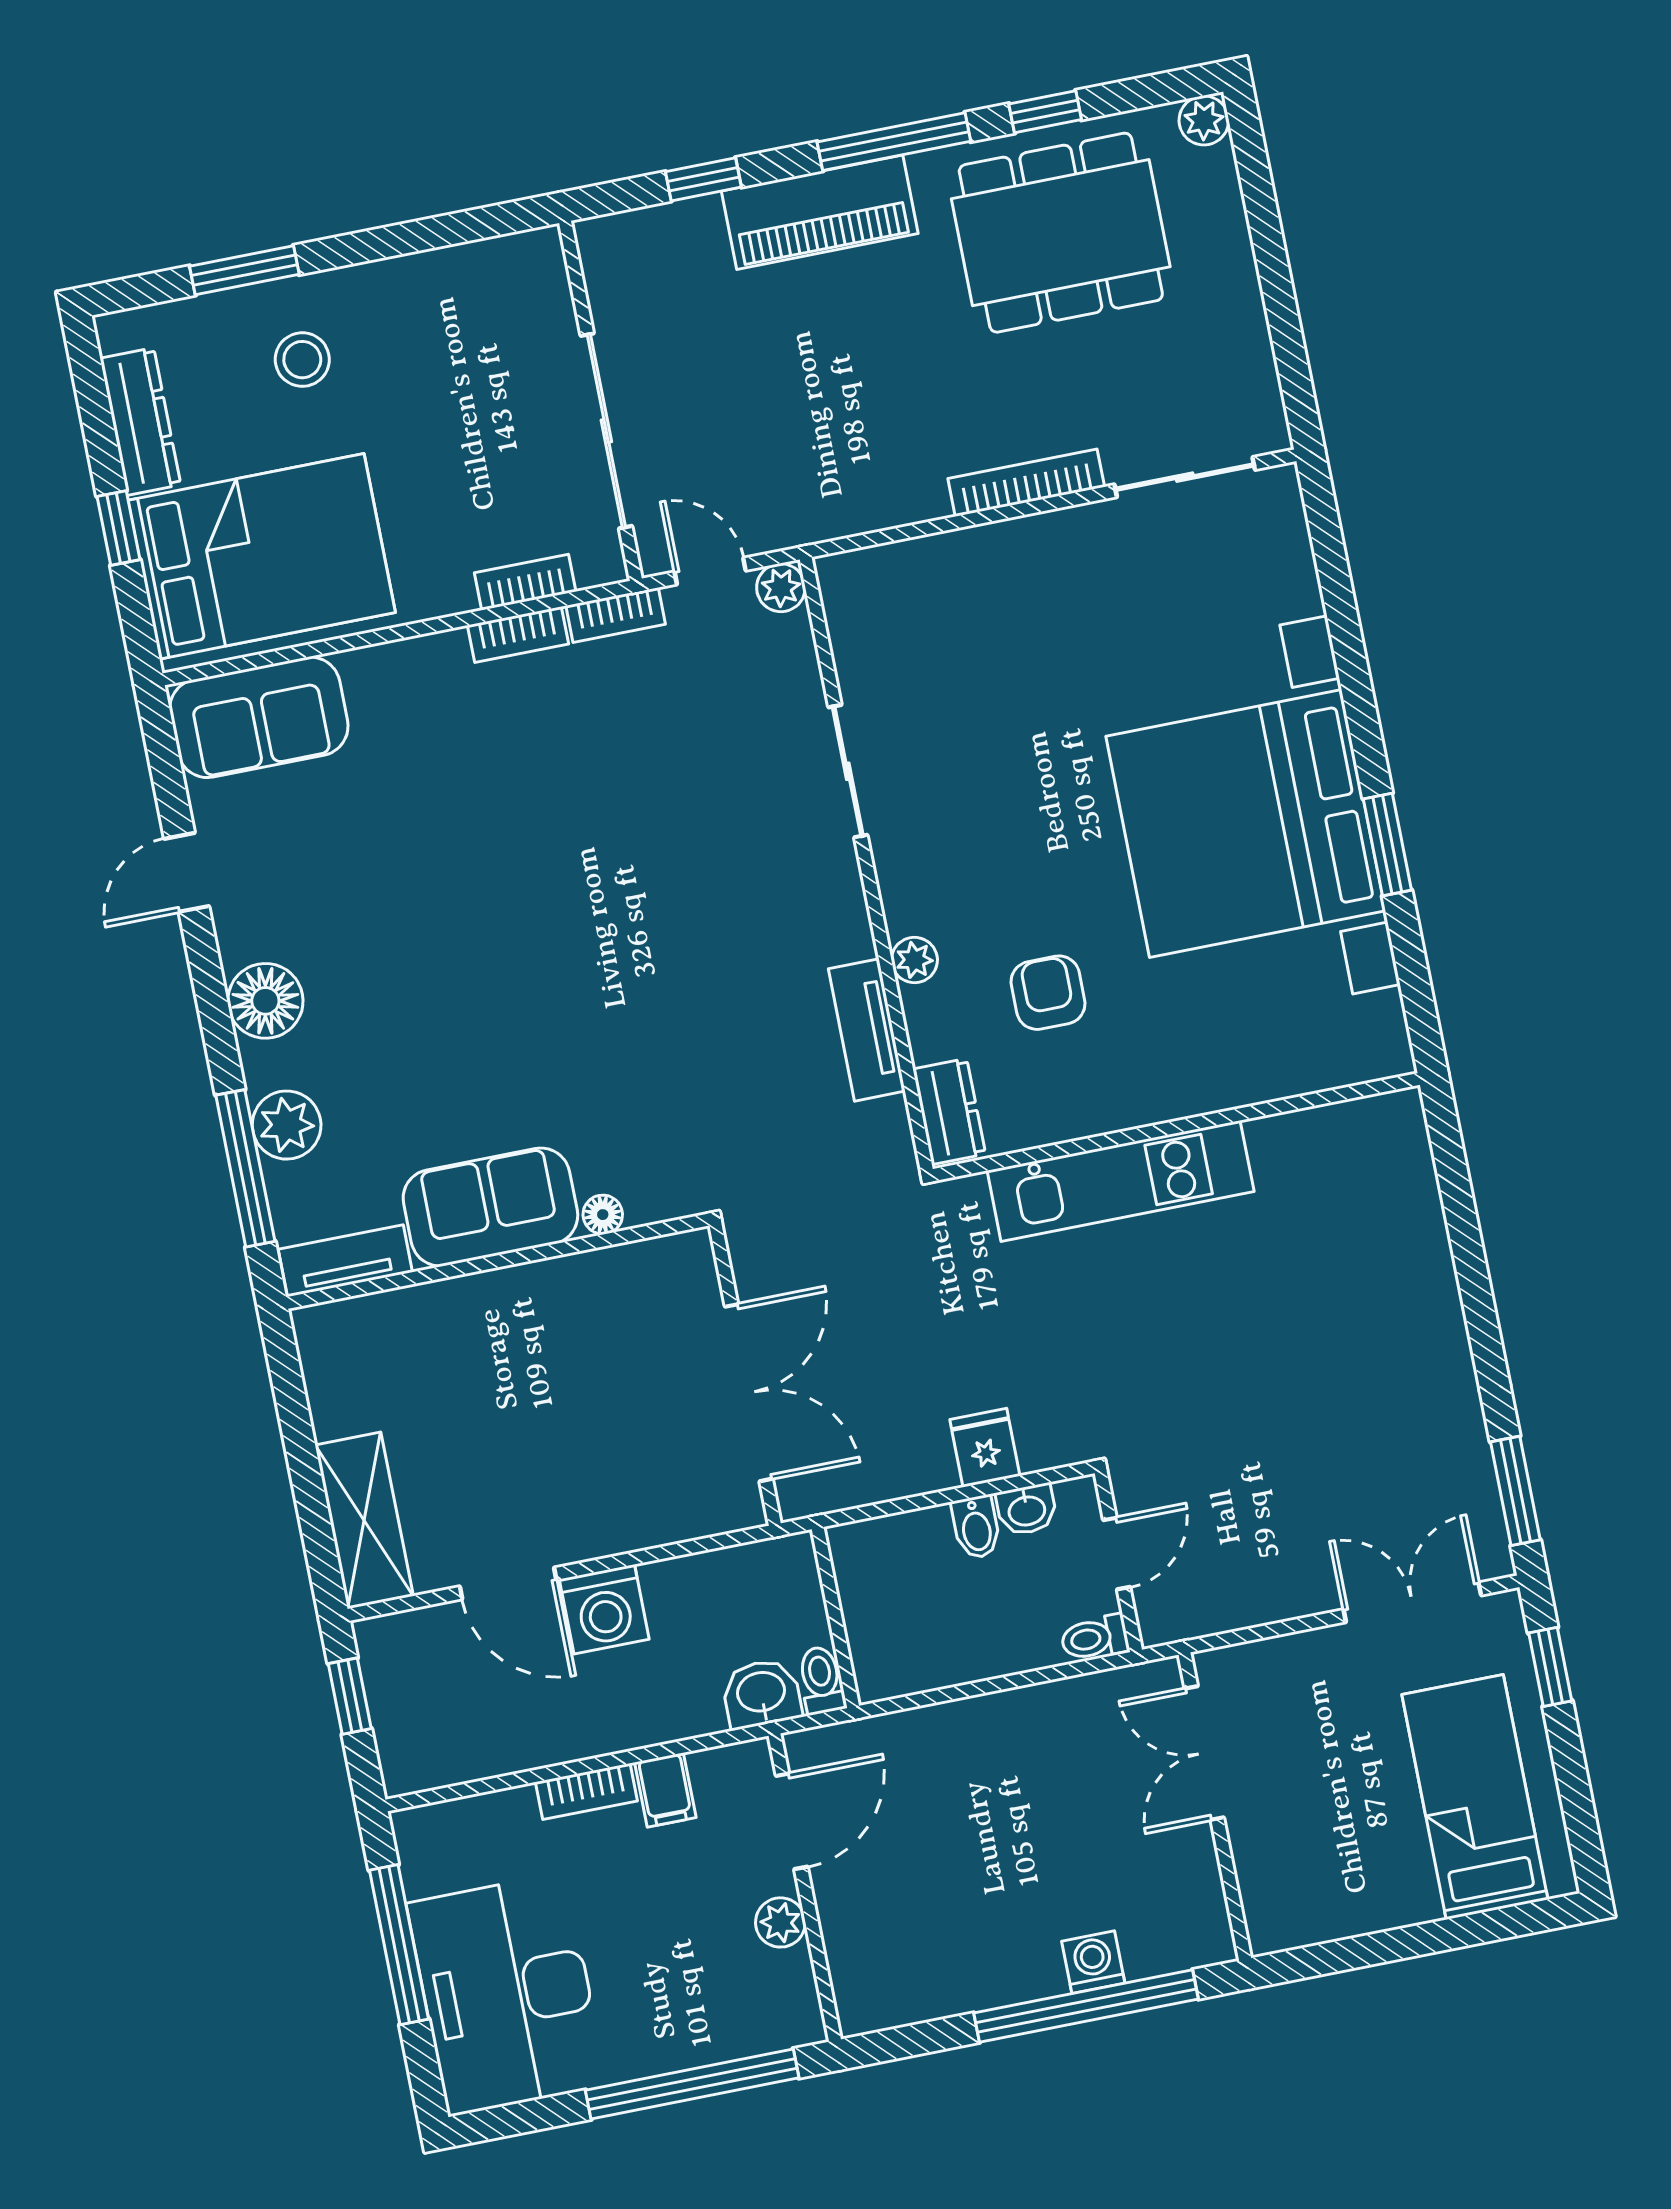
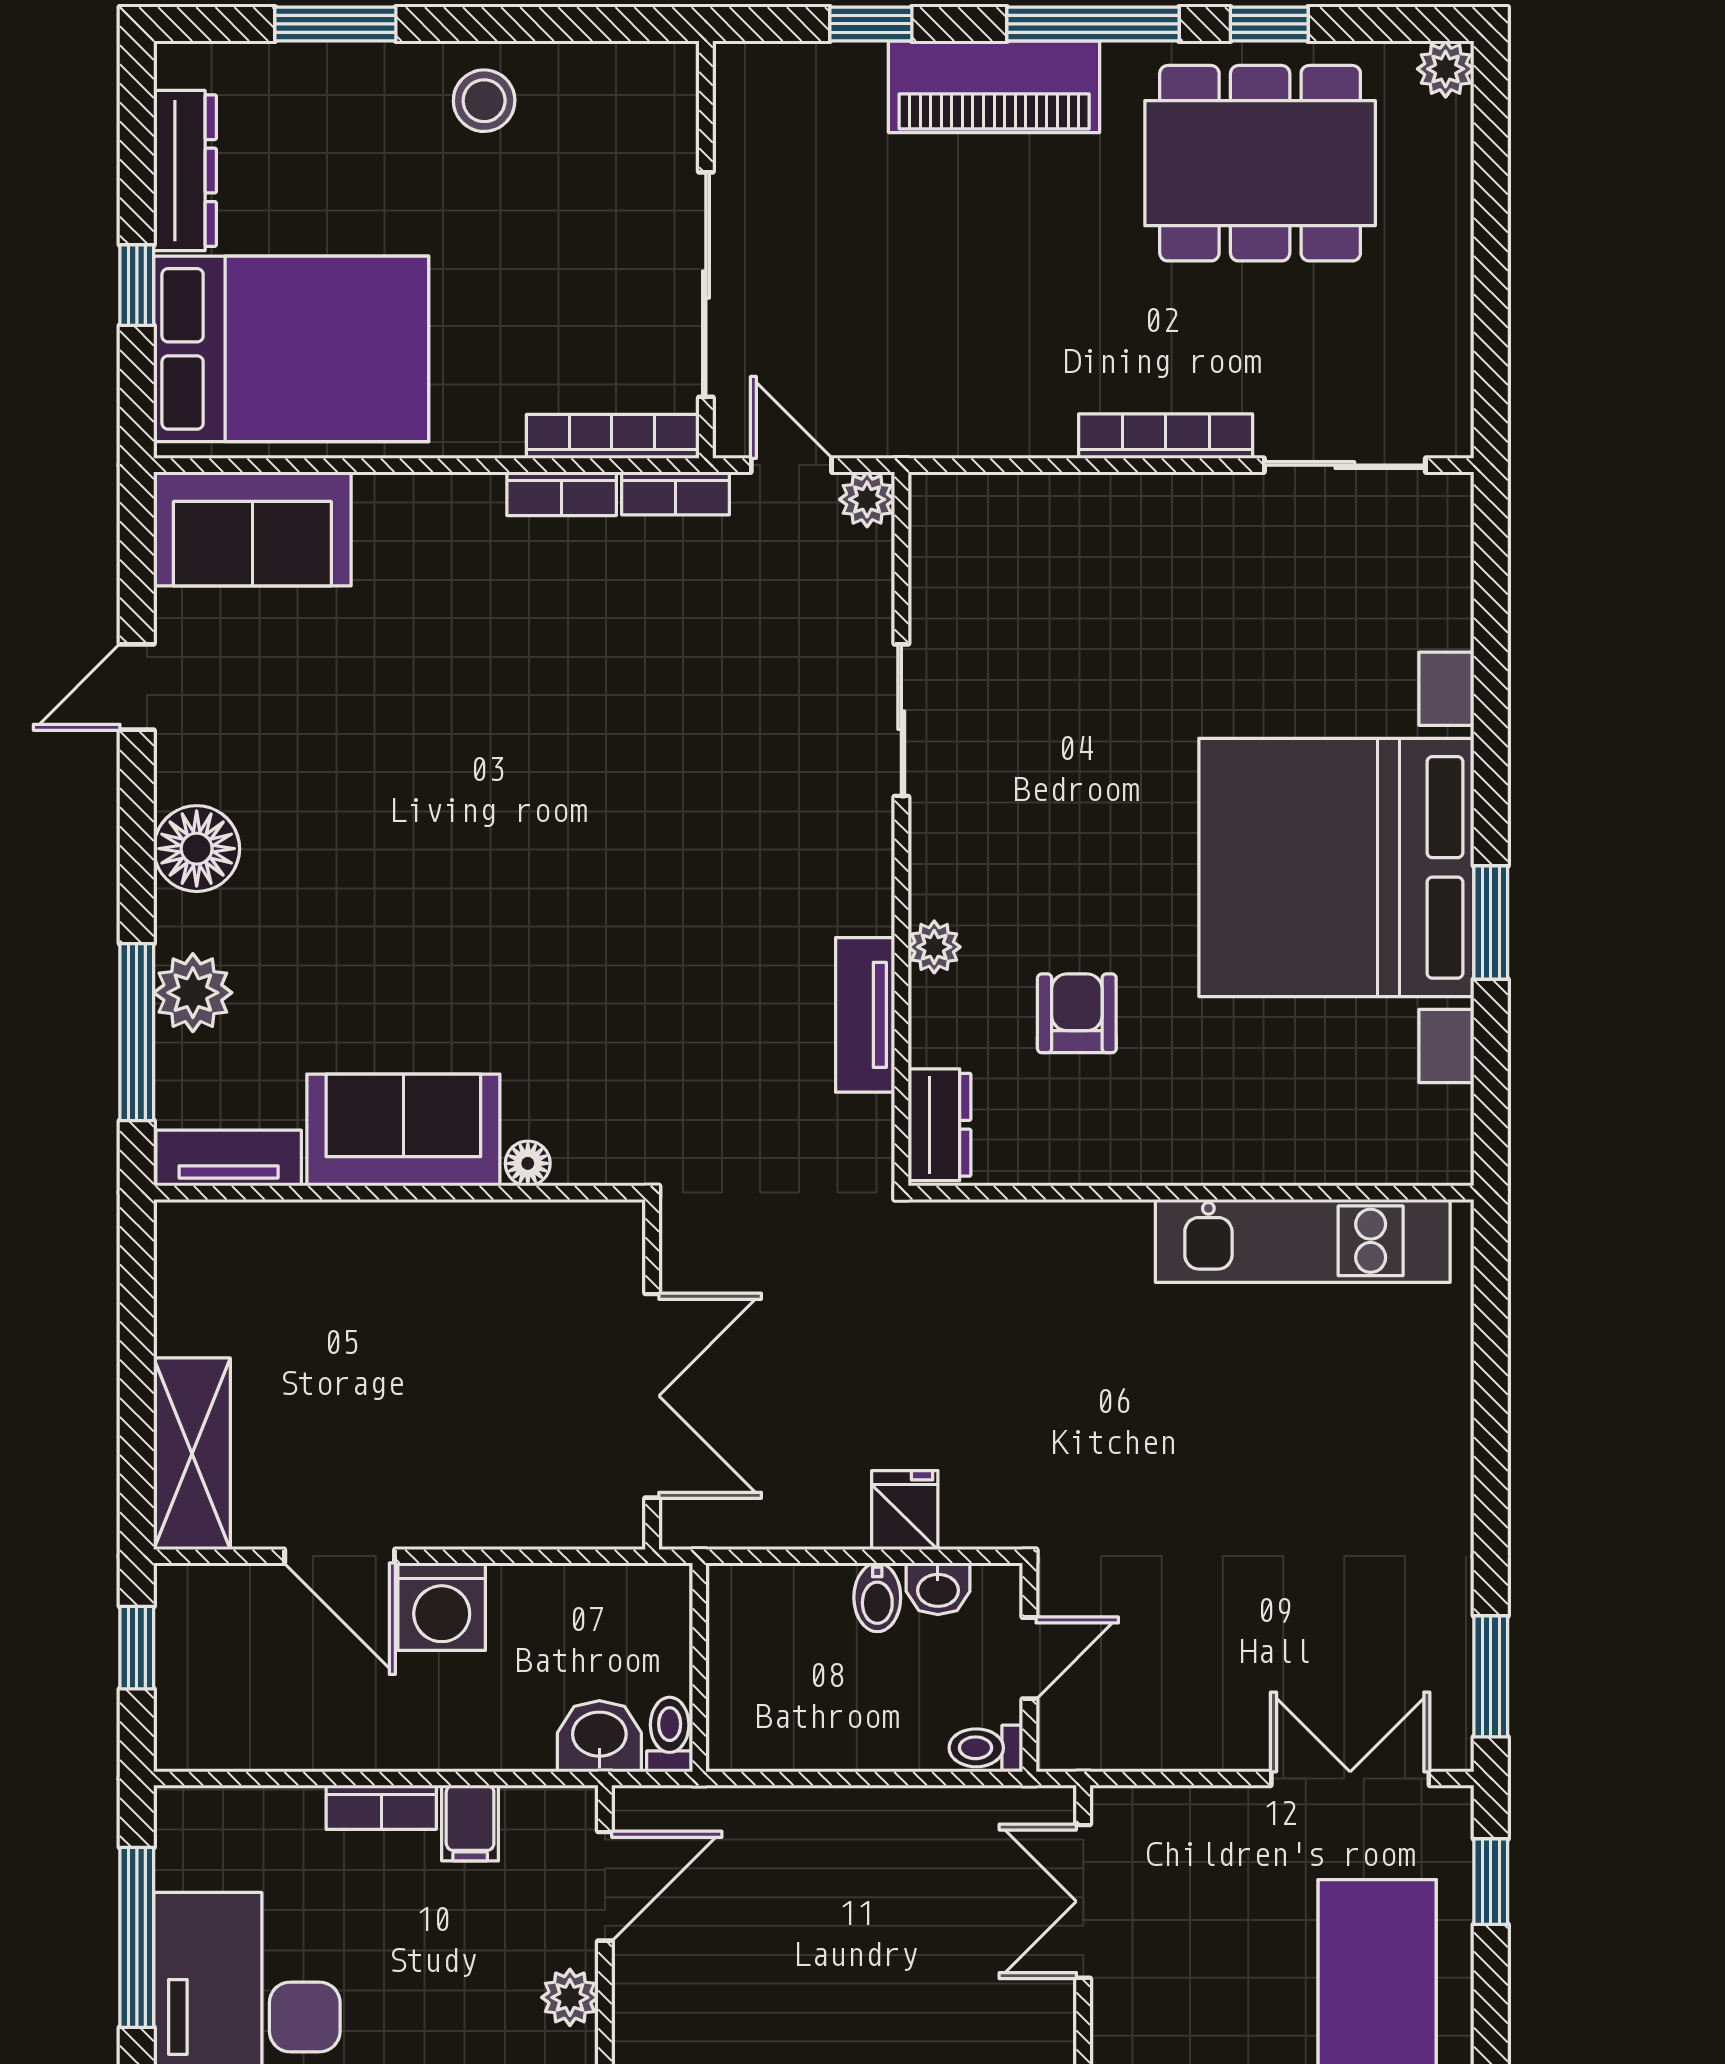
stool: (302, 360) -> (484, 101), moved
bookcase: (525, 582) -> (612, 436), width x1.56
kitchen unit: (1121, 1181) -> (1303, 1241), moved

